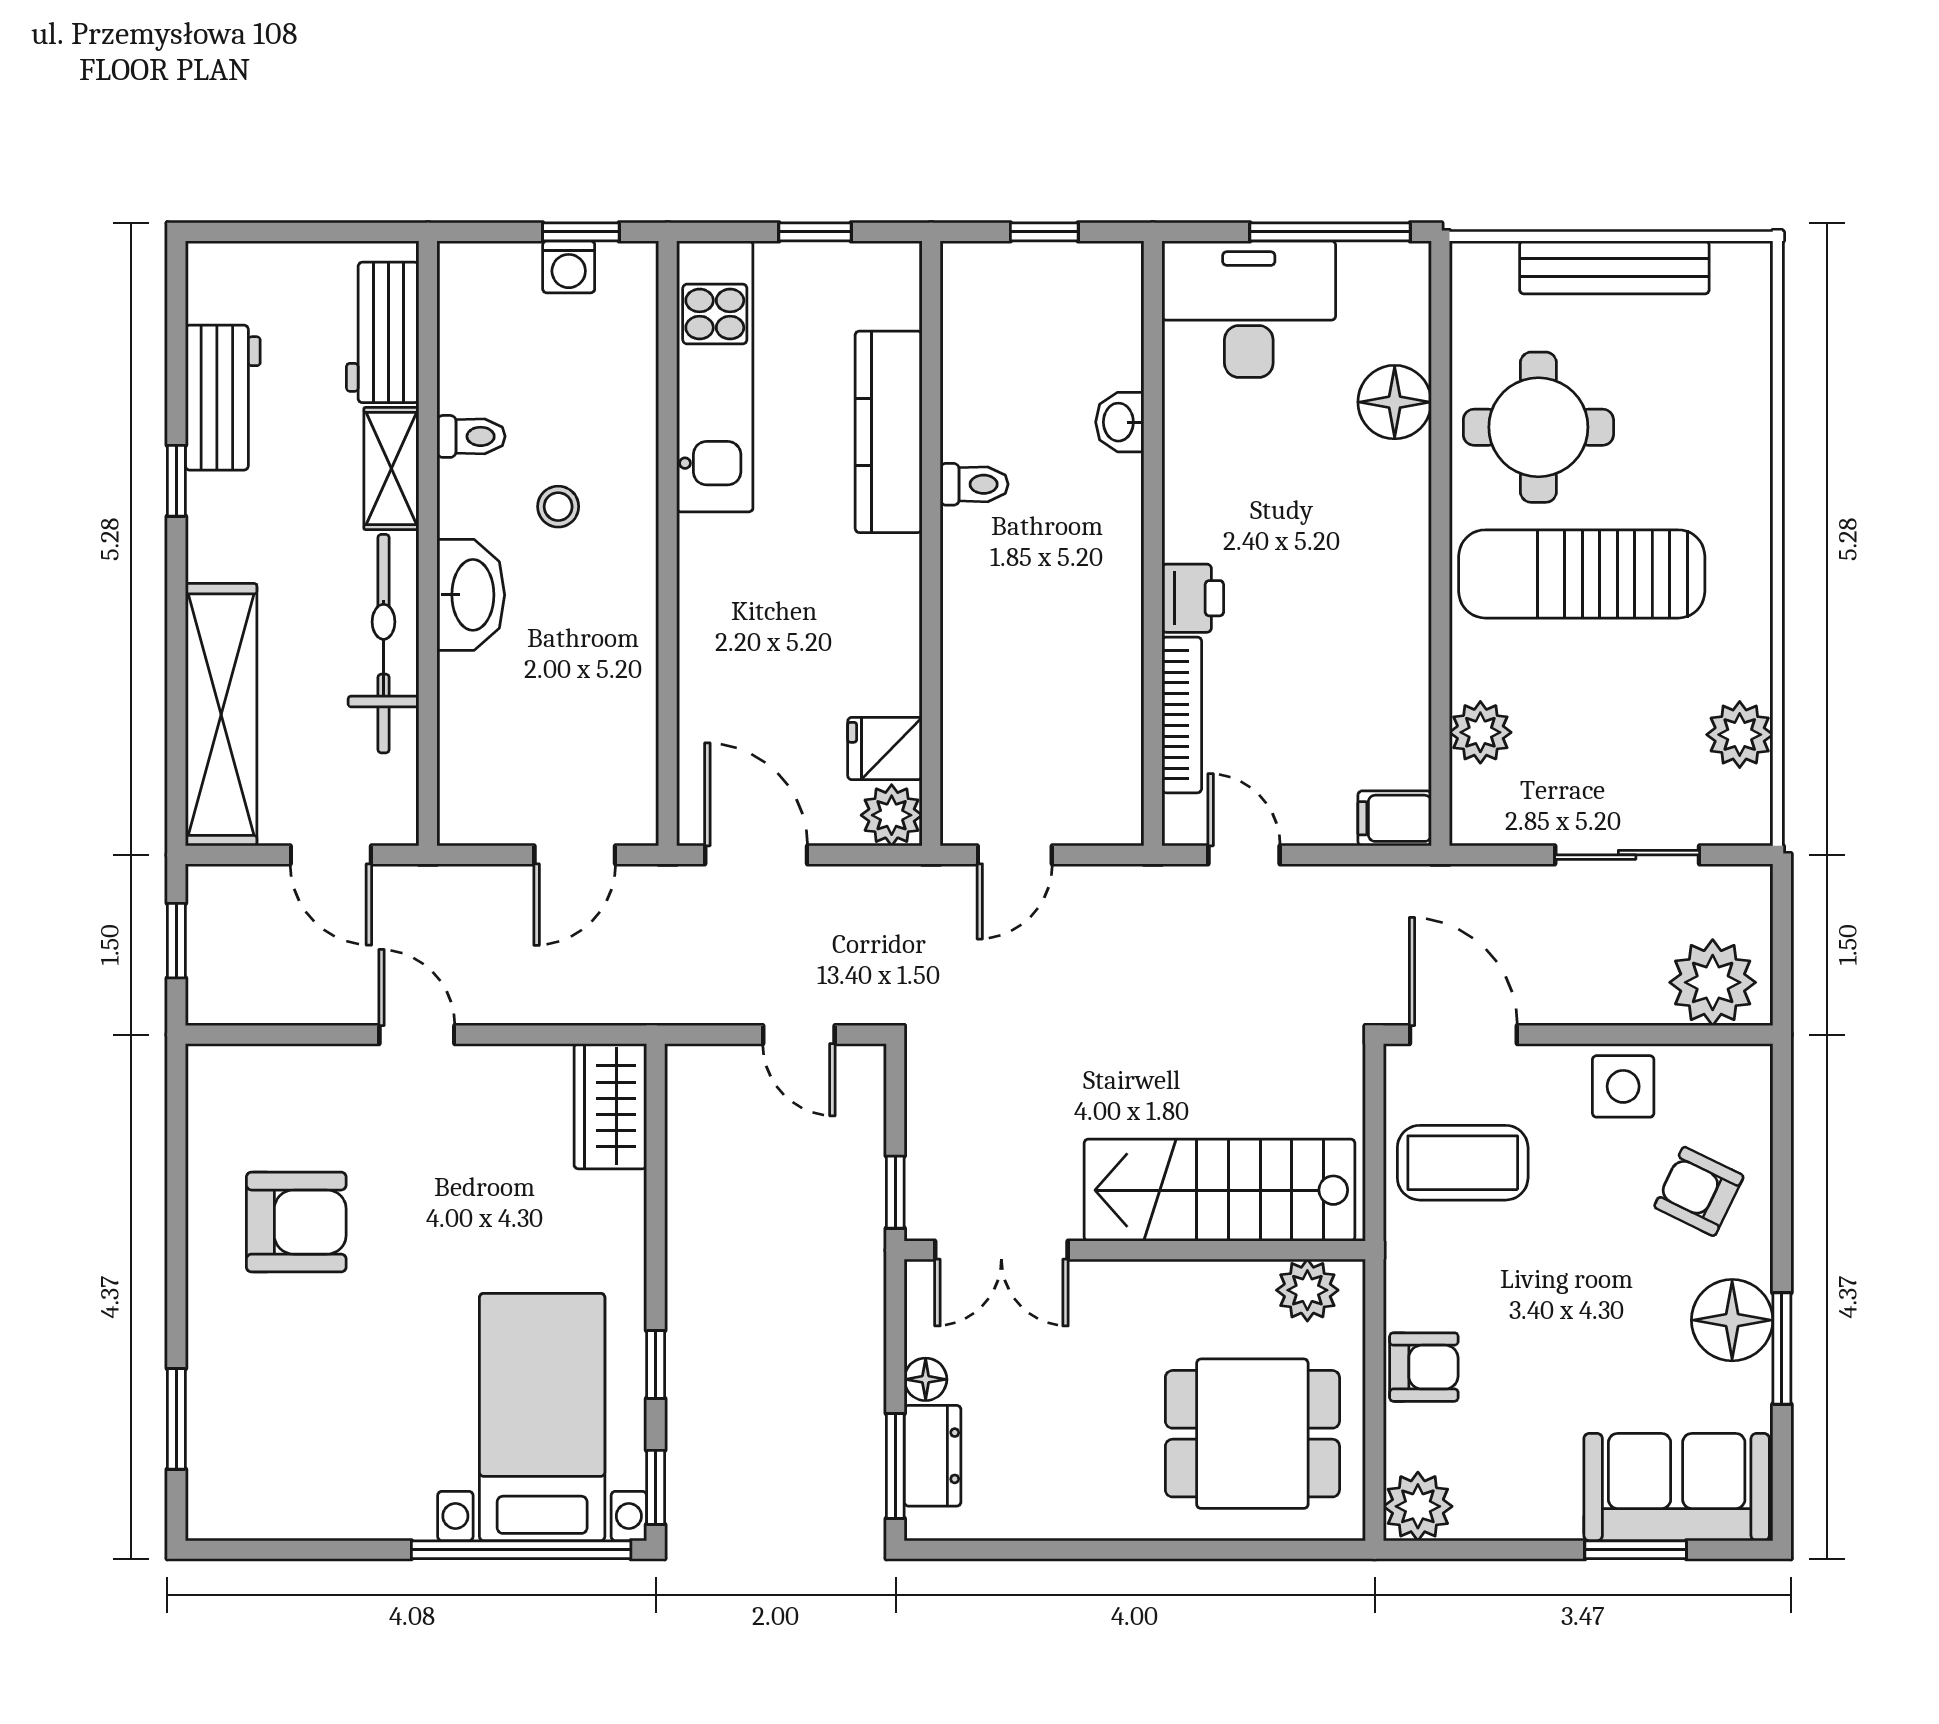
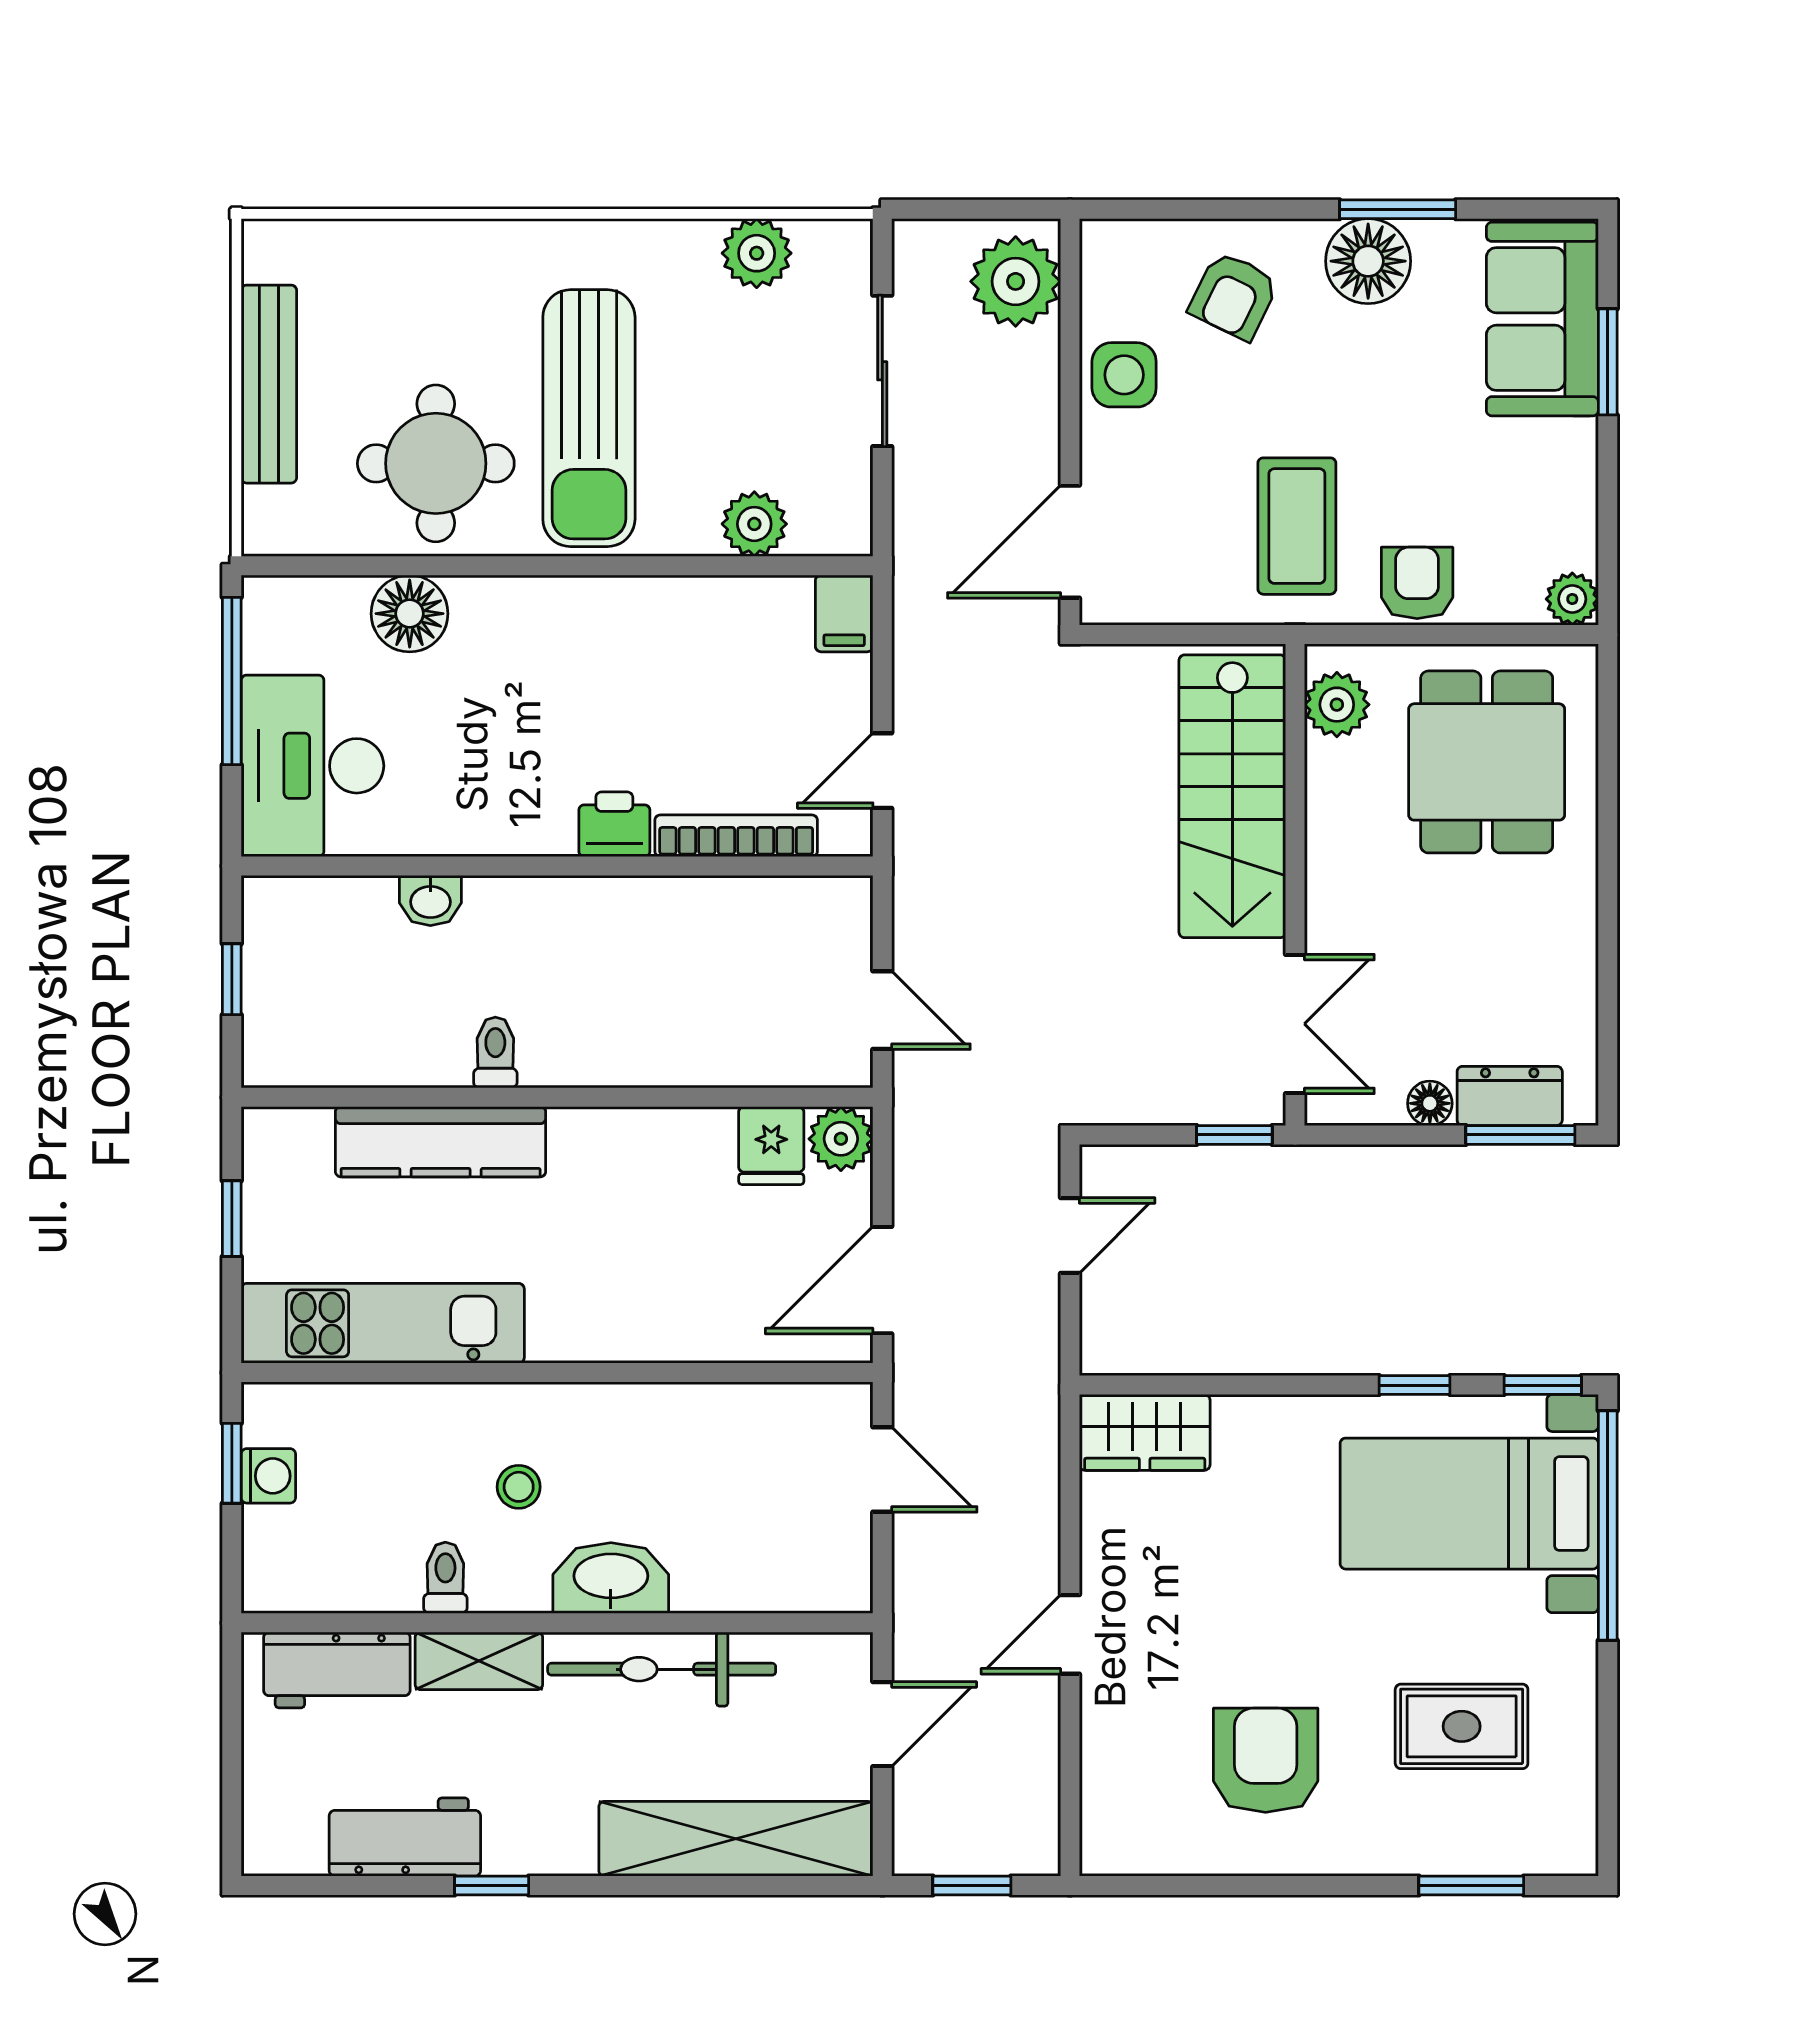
coffee table: (1463, 1163) -> (1297, 526), moved
rug: (329, 1410) -> (1462, 1726), added
plant: (1418, 1506) -> (1572, 599), width x0.73, depth x0.73

